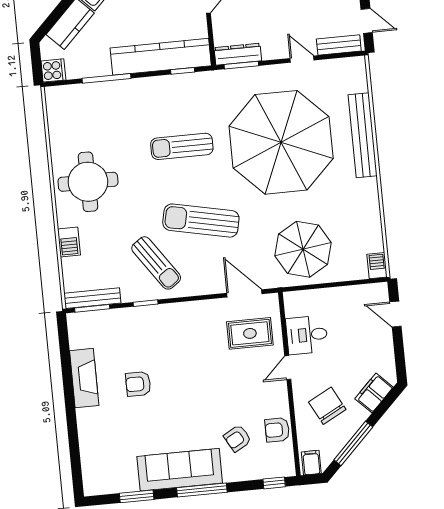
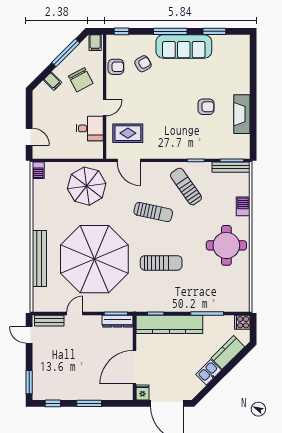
door: (302, 59) -> (75, 313), swing flipped
sun lounger: (201, 221) -> (153, 212), width x0.73, depth x0.75
filing cabinet: (374, 393) -> (53, 81), width x0.50

